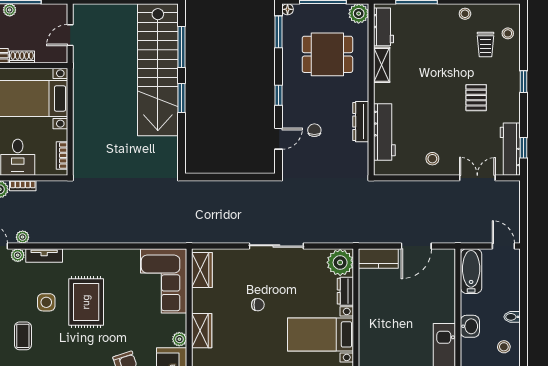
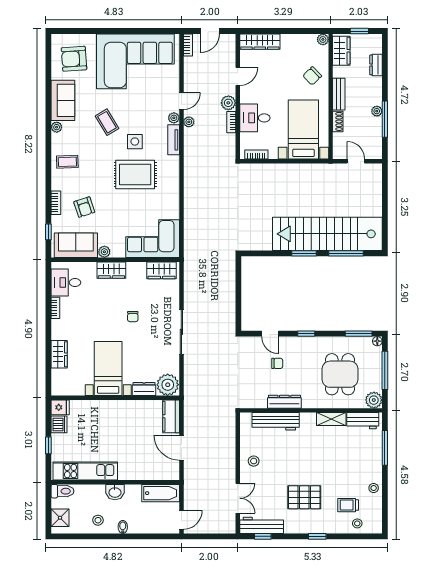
pallet: (476, 98) -> (304, 497), width x1.50, depth x1.42
coffee table: (23, 336) -> (107, 122), turned 59

